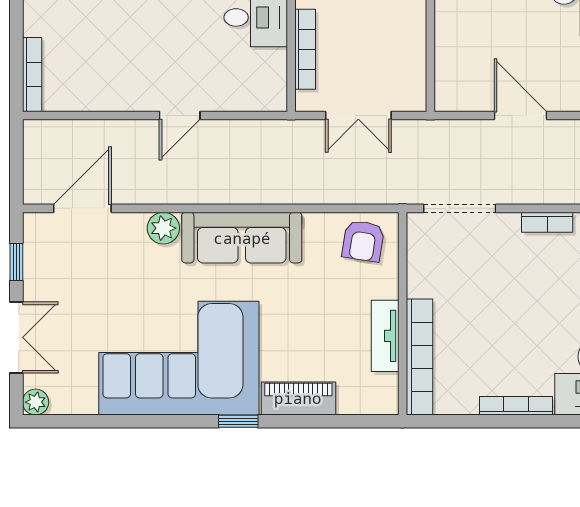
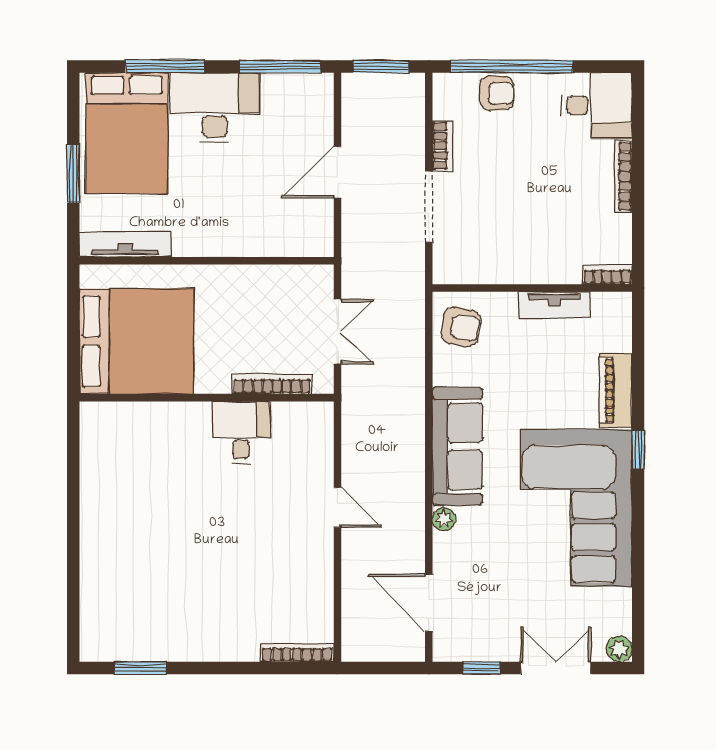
doorway: (460, 208) -> (429, 207), moved
plant: (163, 228) -> (444, 519), width x0.73, depth x0.73
bookcase: (419, 357) -> (607, 275), width x0.43, depth x0.76

